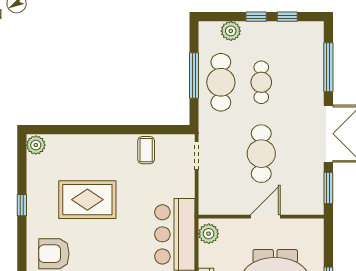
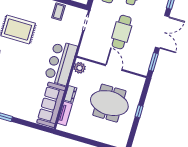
door: (265, 217) -> (114, 68), hinge flipped

